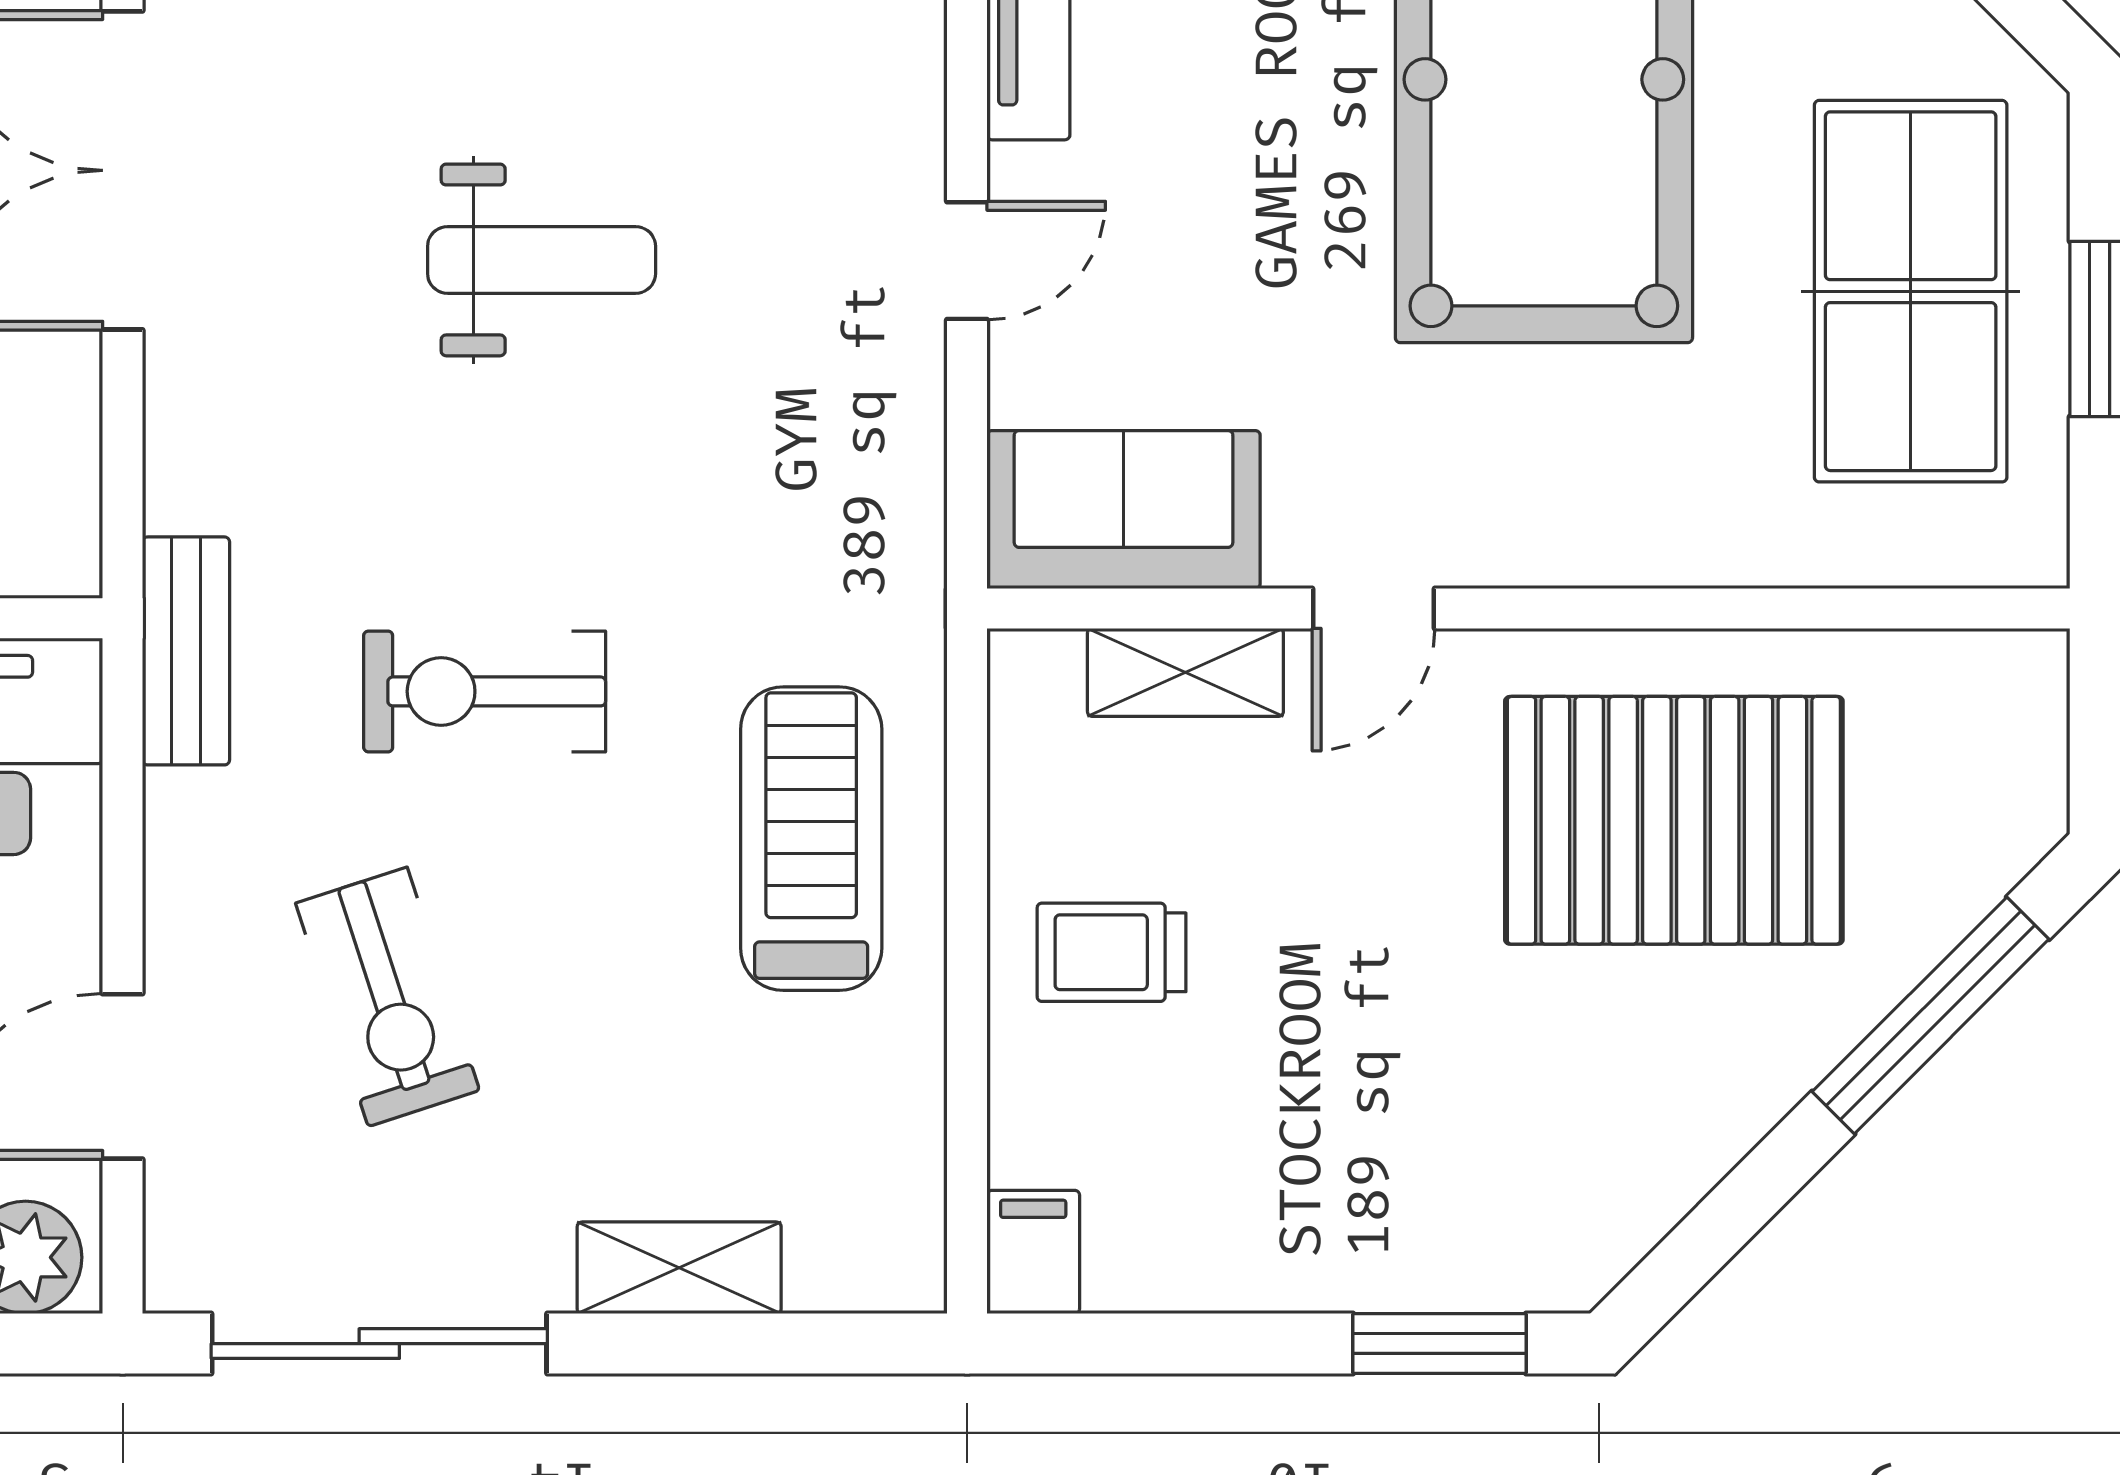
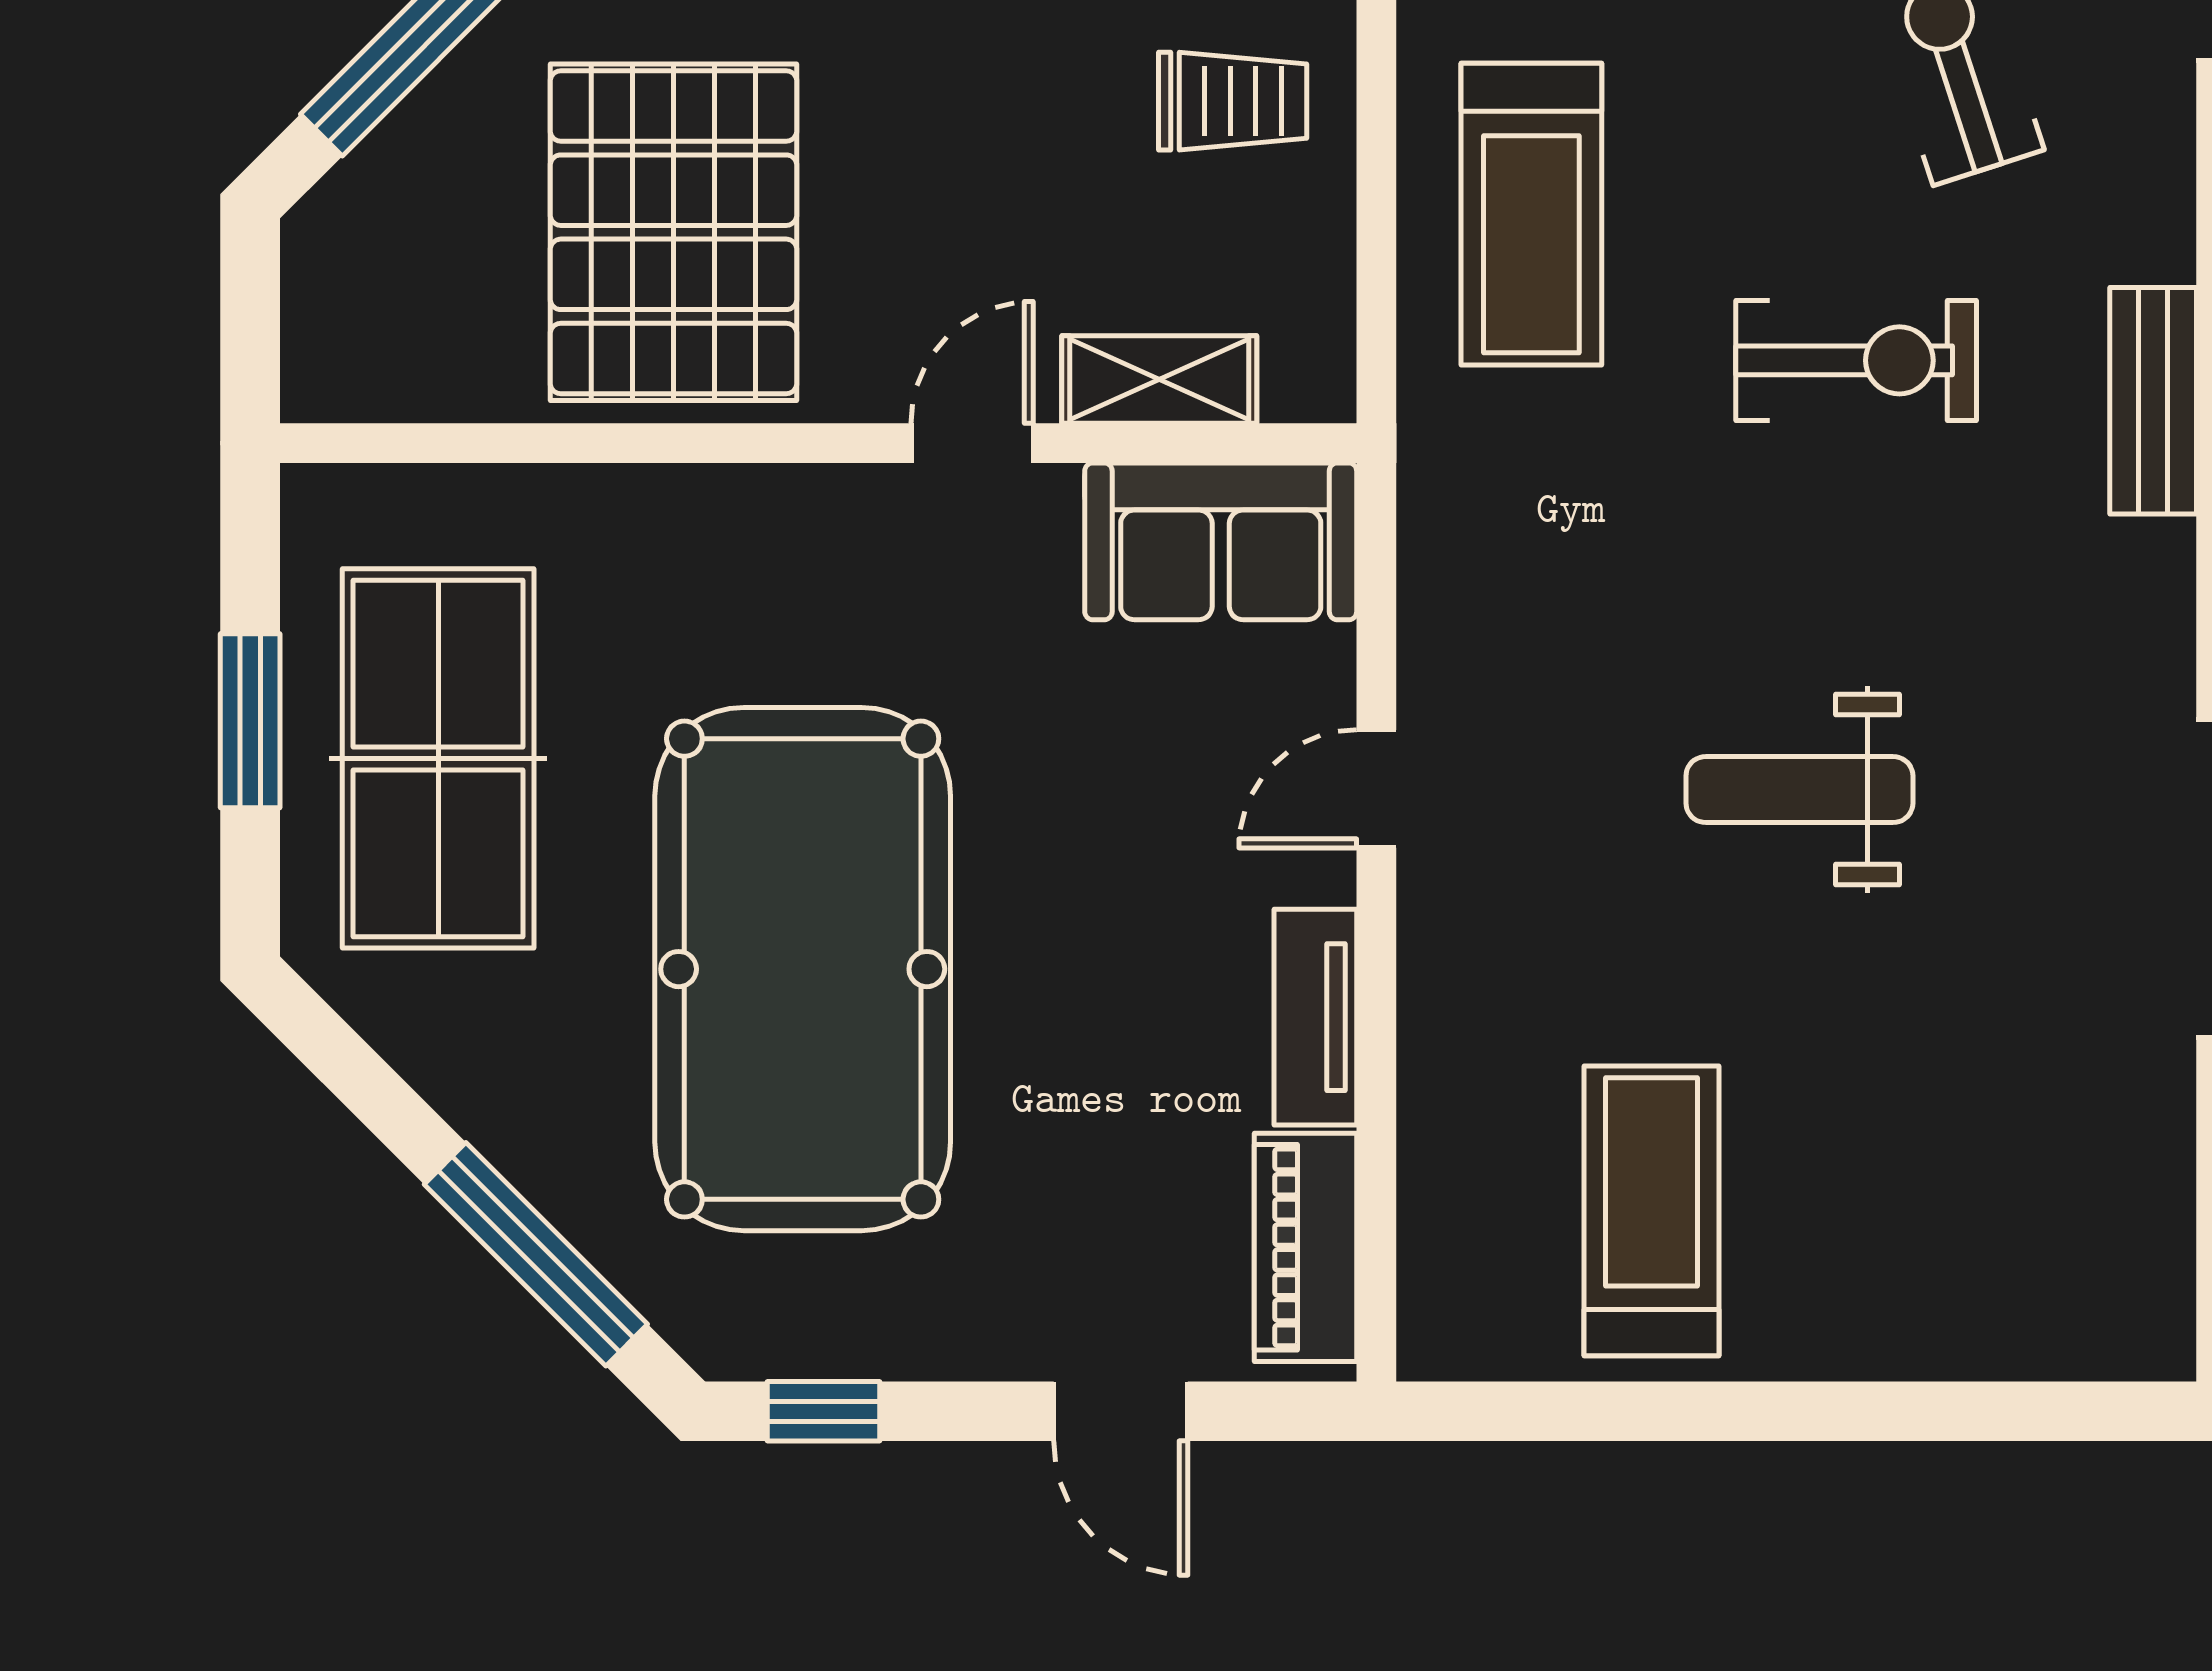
pallet: (1674, 820) -> (673, 232), turned 90

